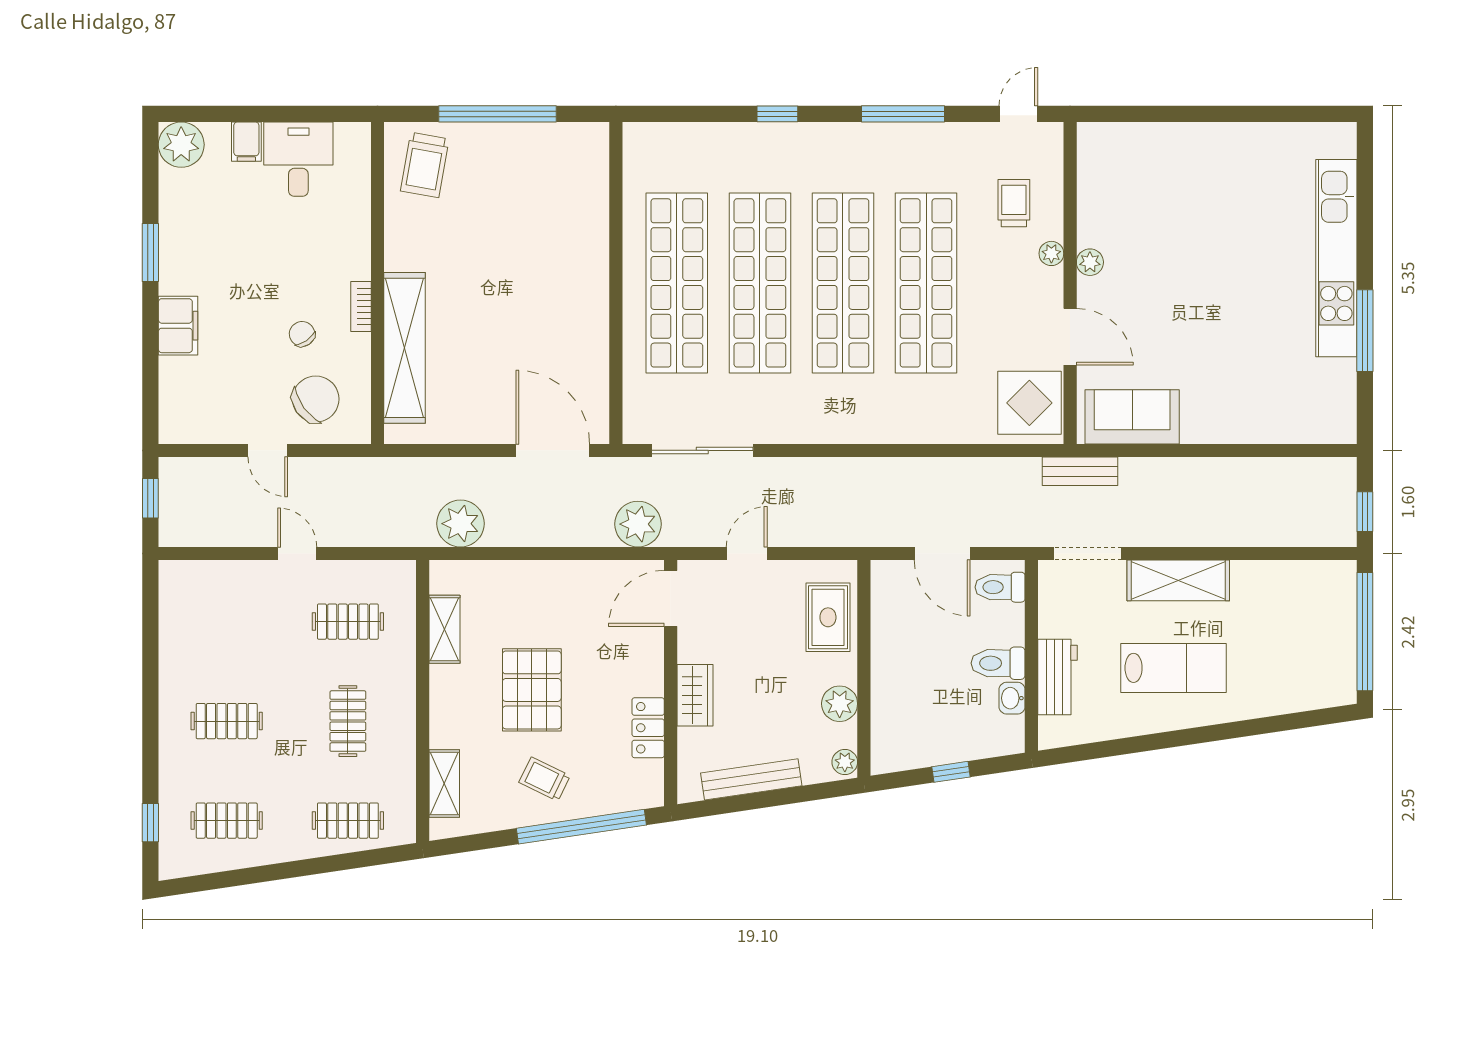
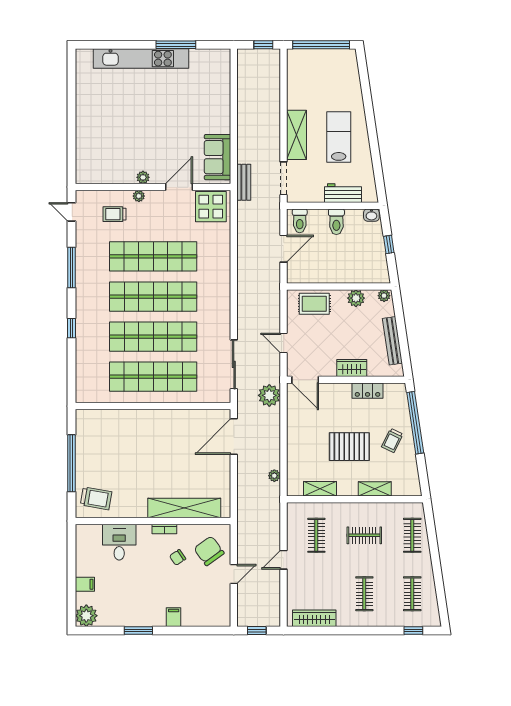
desk: (298, 159) -> (119, 542), moved, turned 90
filing cabinet: (178, 326) -> (174, 617), width x0.50
plant: (461, 524) -> (274, 476), width x0.53, depth x0.53
wardrobe: (176, 617) -> (314, 618), added
washbasin: (1012, 698) -> (371, 215), moved
shelving: (444, 784) -> (375, 489), moved

